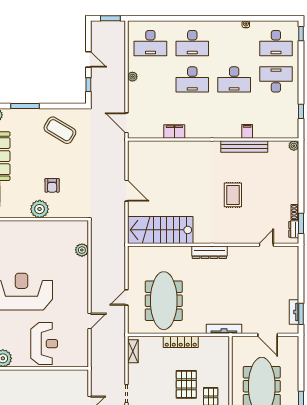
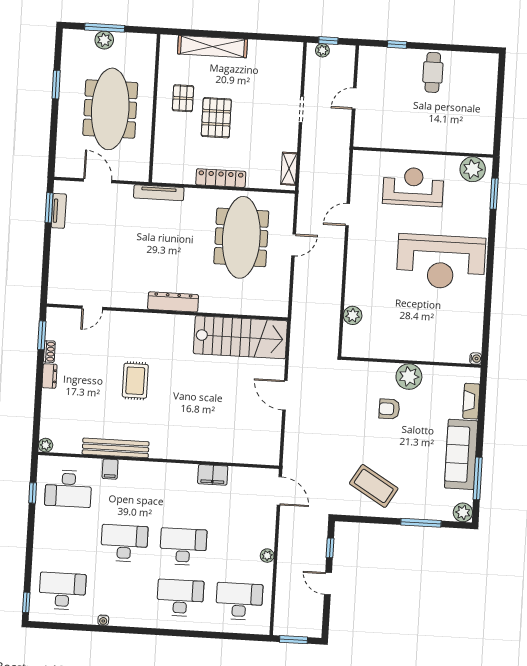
desk: (276, 79) -> (68, 489), moved
armchair: (52, 185) -> (389, 409), turned -90
dresser: (294, 229) -> (49, 376), moved
reception desk: (44, 344) -> (413, 187), turned 90

